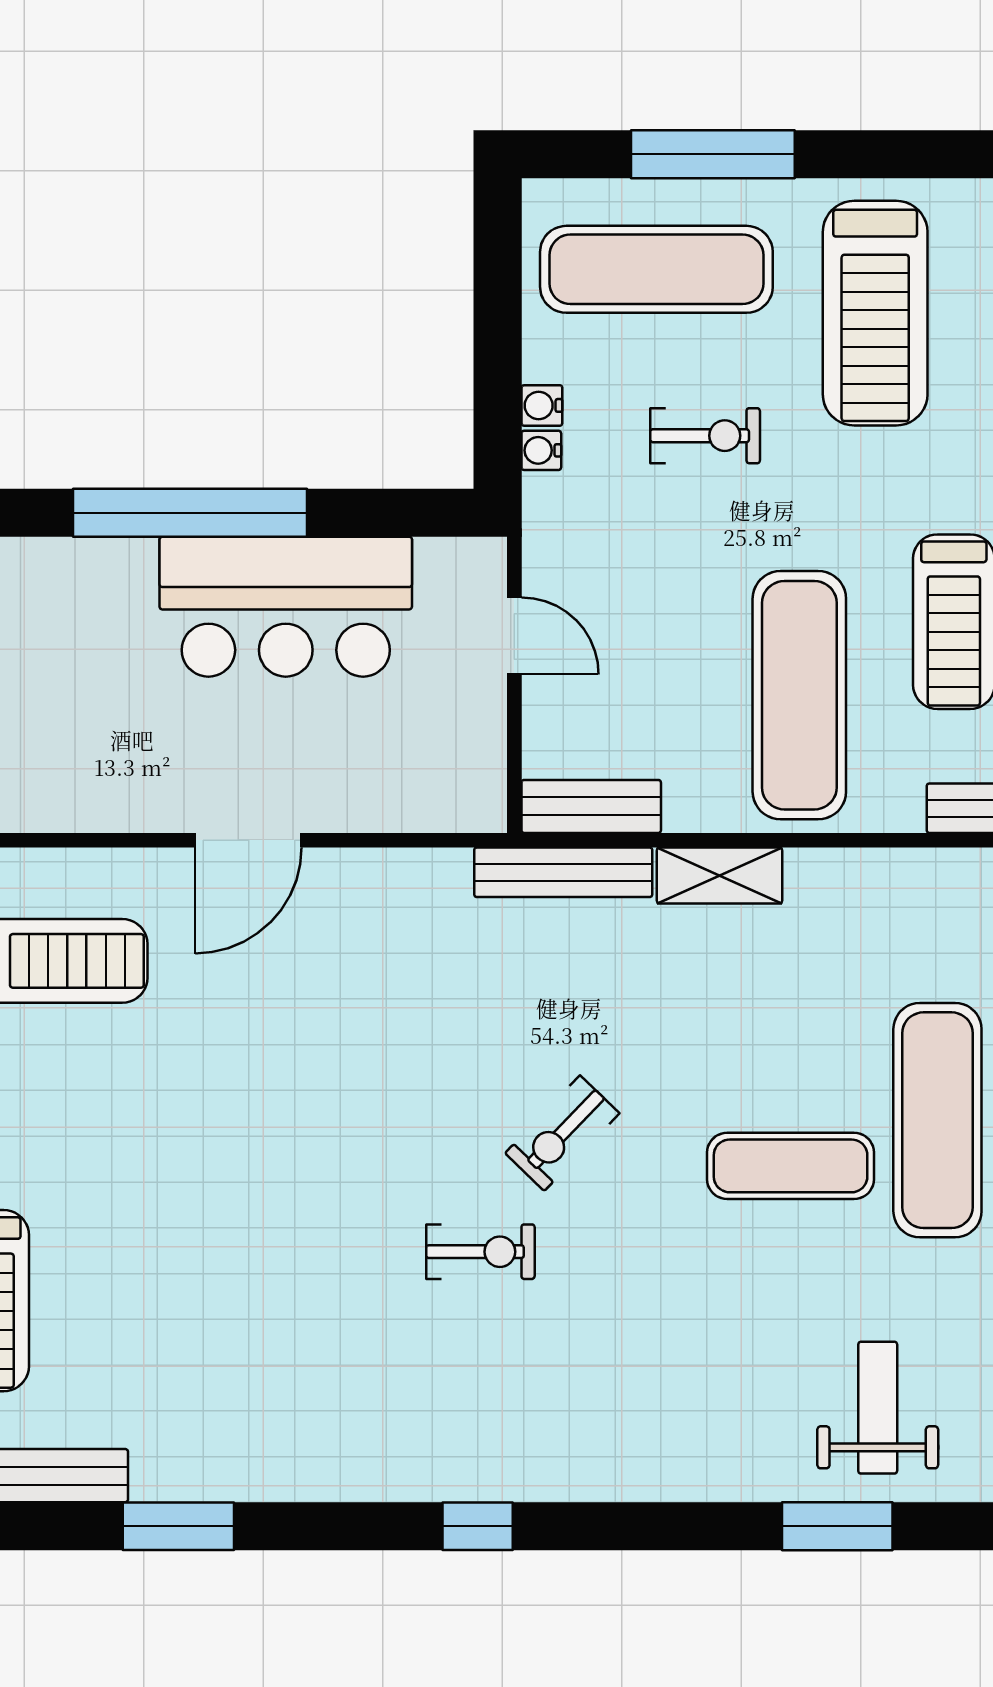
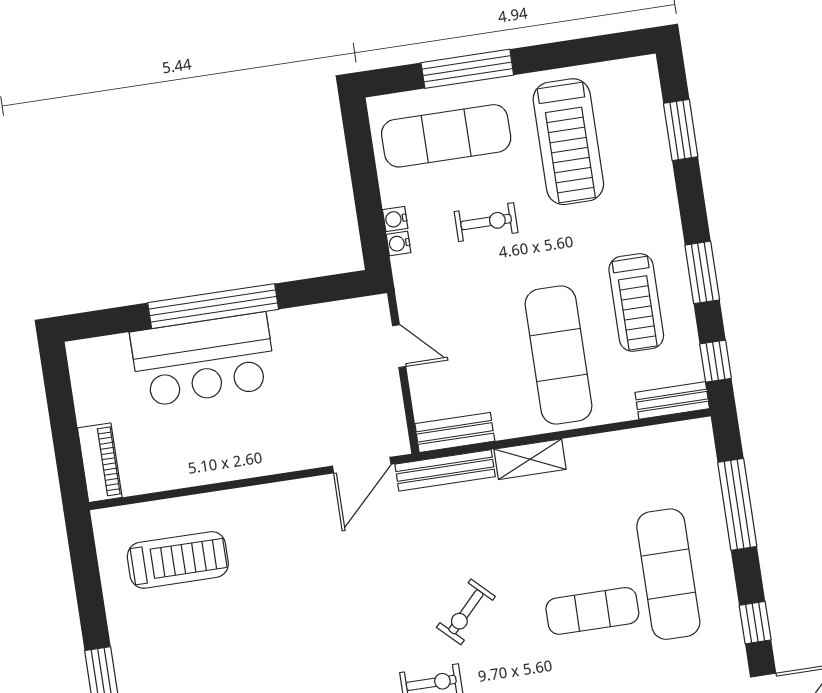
bar counter: (286, 607) -> (203, 360), moved
door: (248, 840) -> (362, 465), moved

